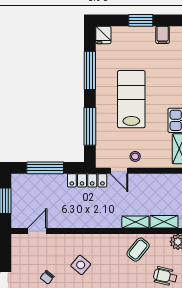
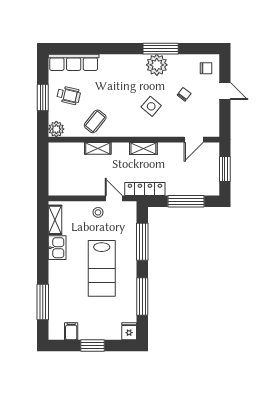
shelving: (164, 222) -> (143, 149), moved

